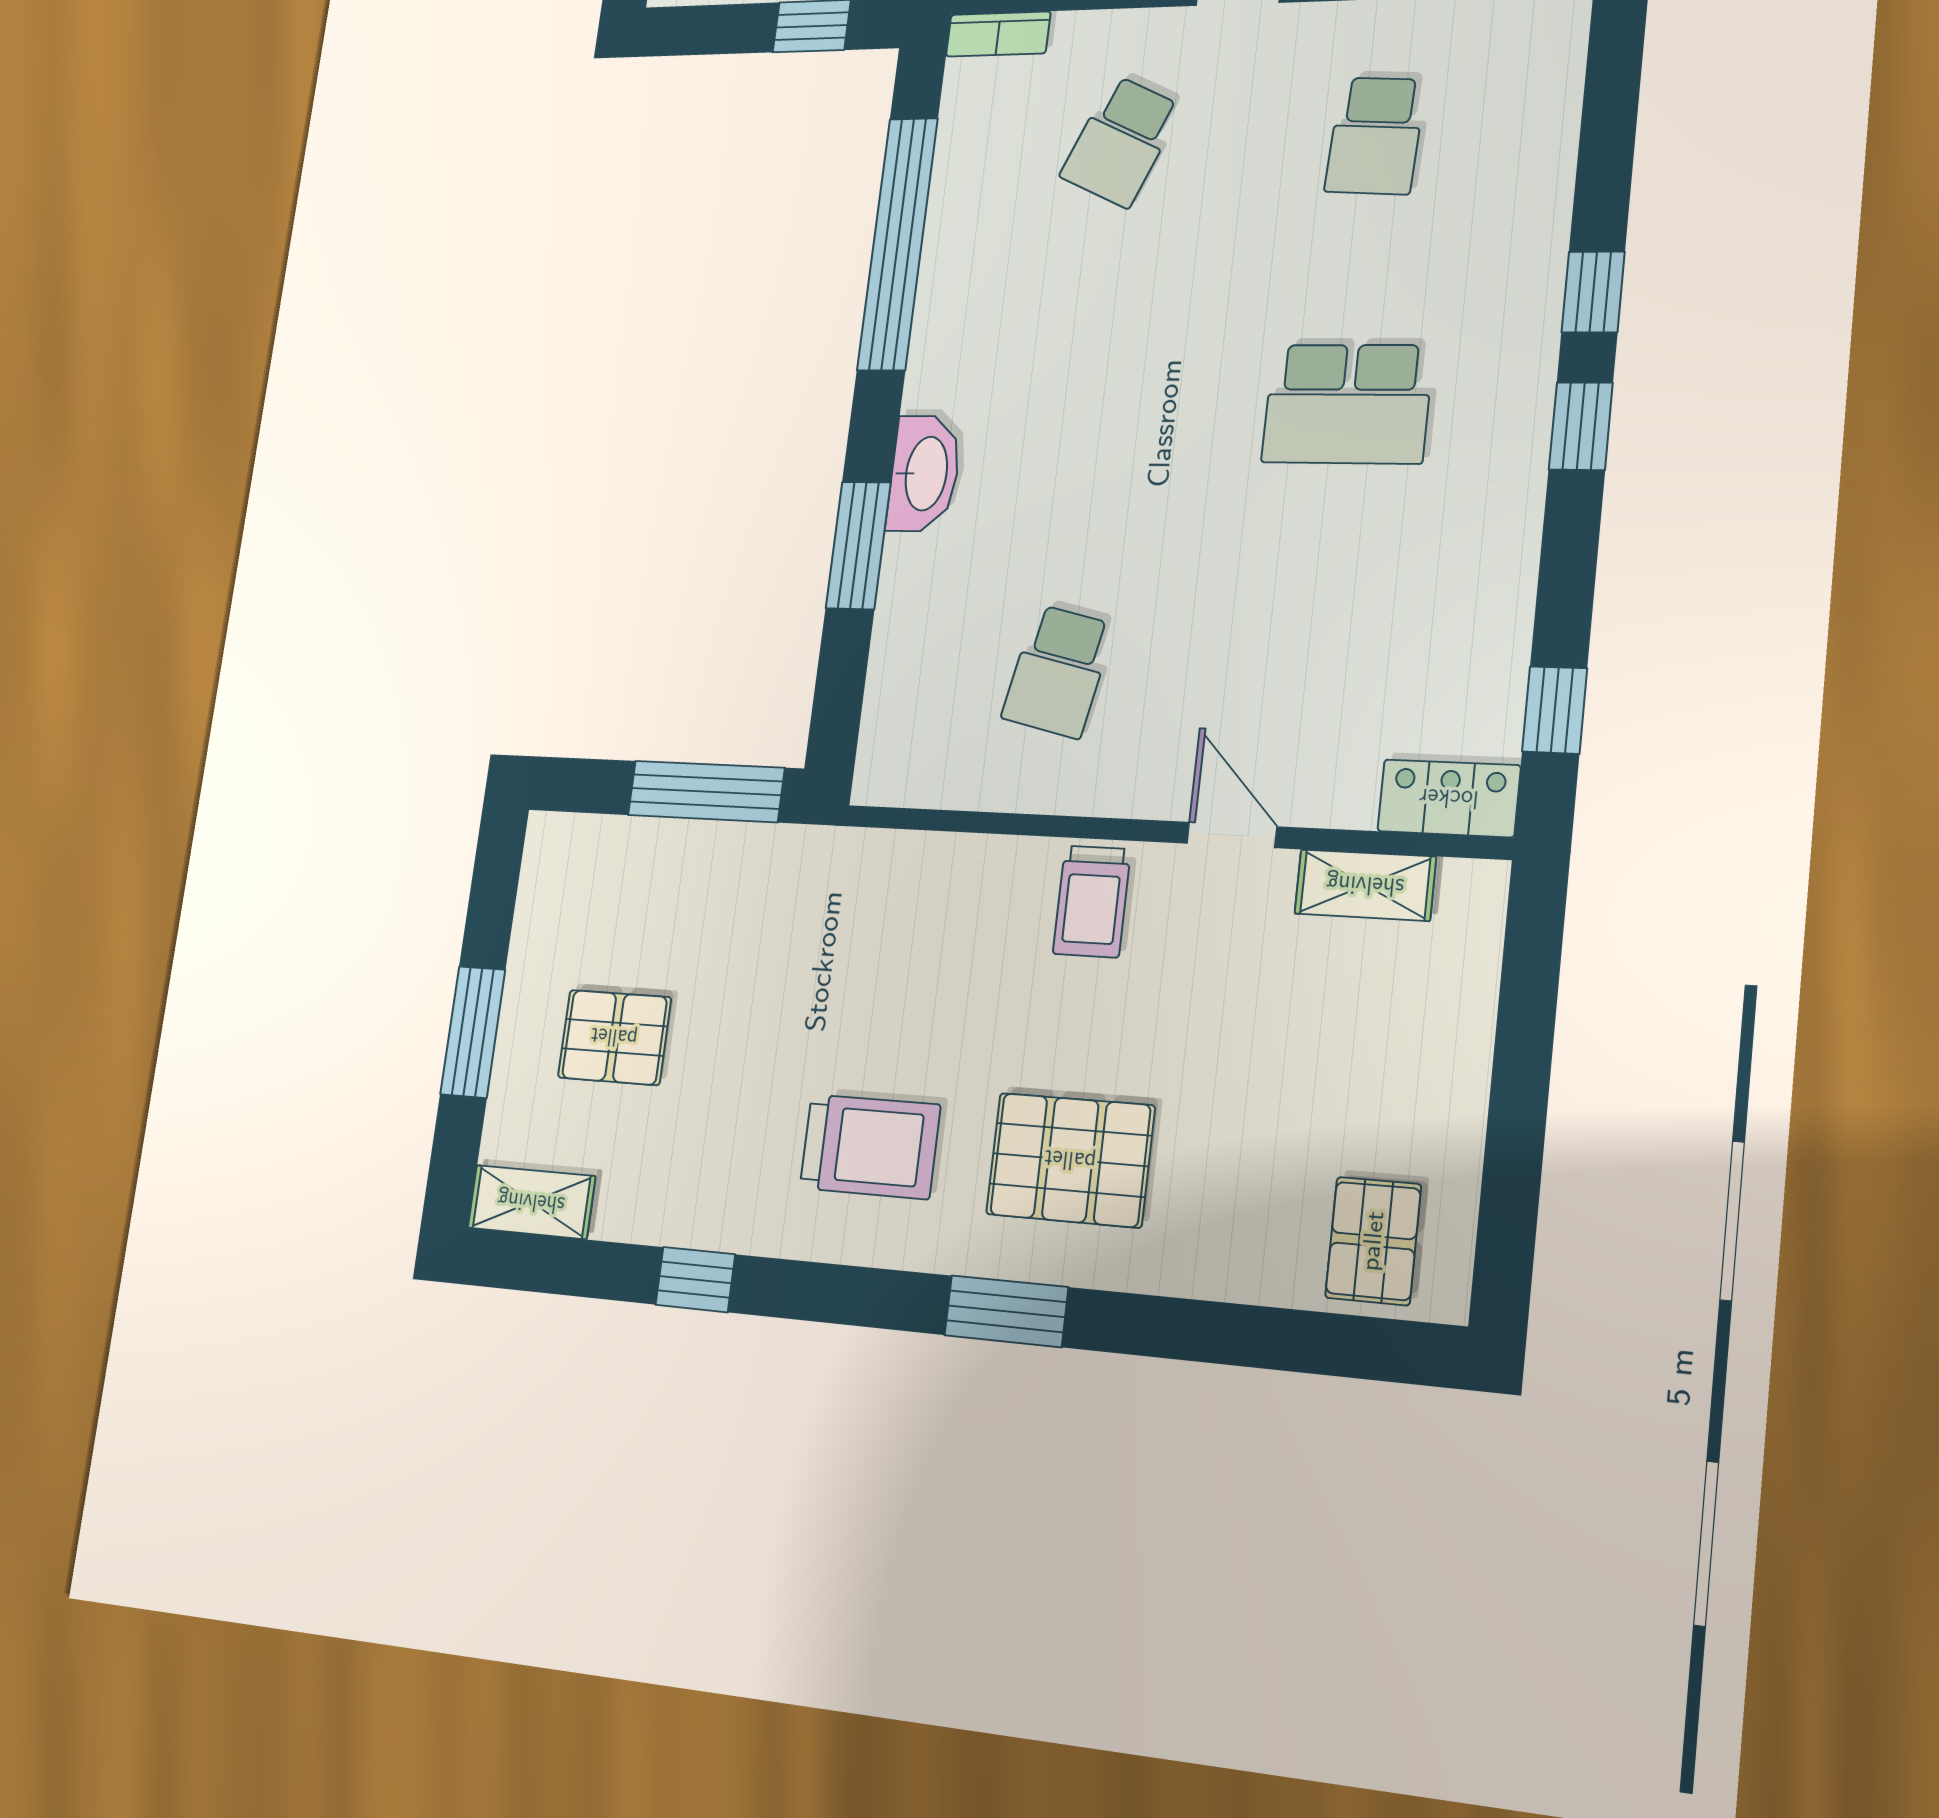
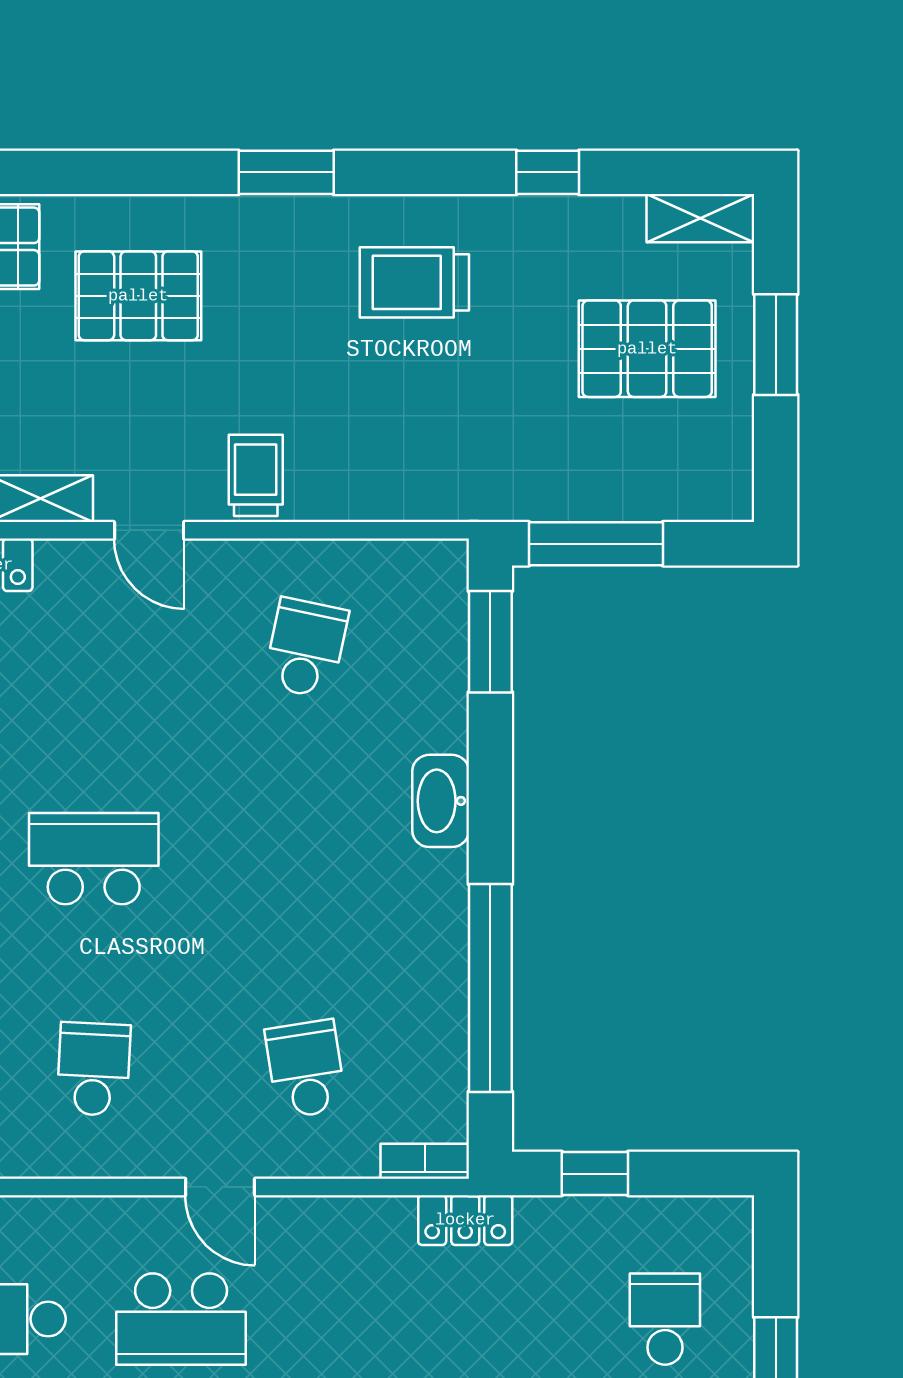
school desk: (1121, 141) -> (306, 1069), turned -33
window: (858, 545) -> (490, 642), moved
pallet: (614, 1037) -> (647, 349), width x1.50, depth x1.42
pallet: (1070, 1160) -> (138, 296), moved

